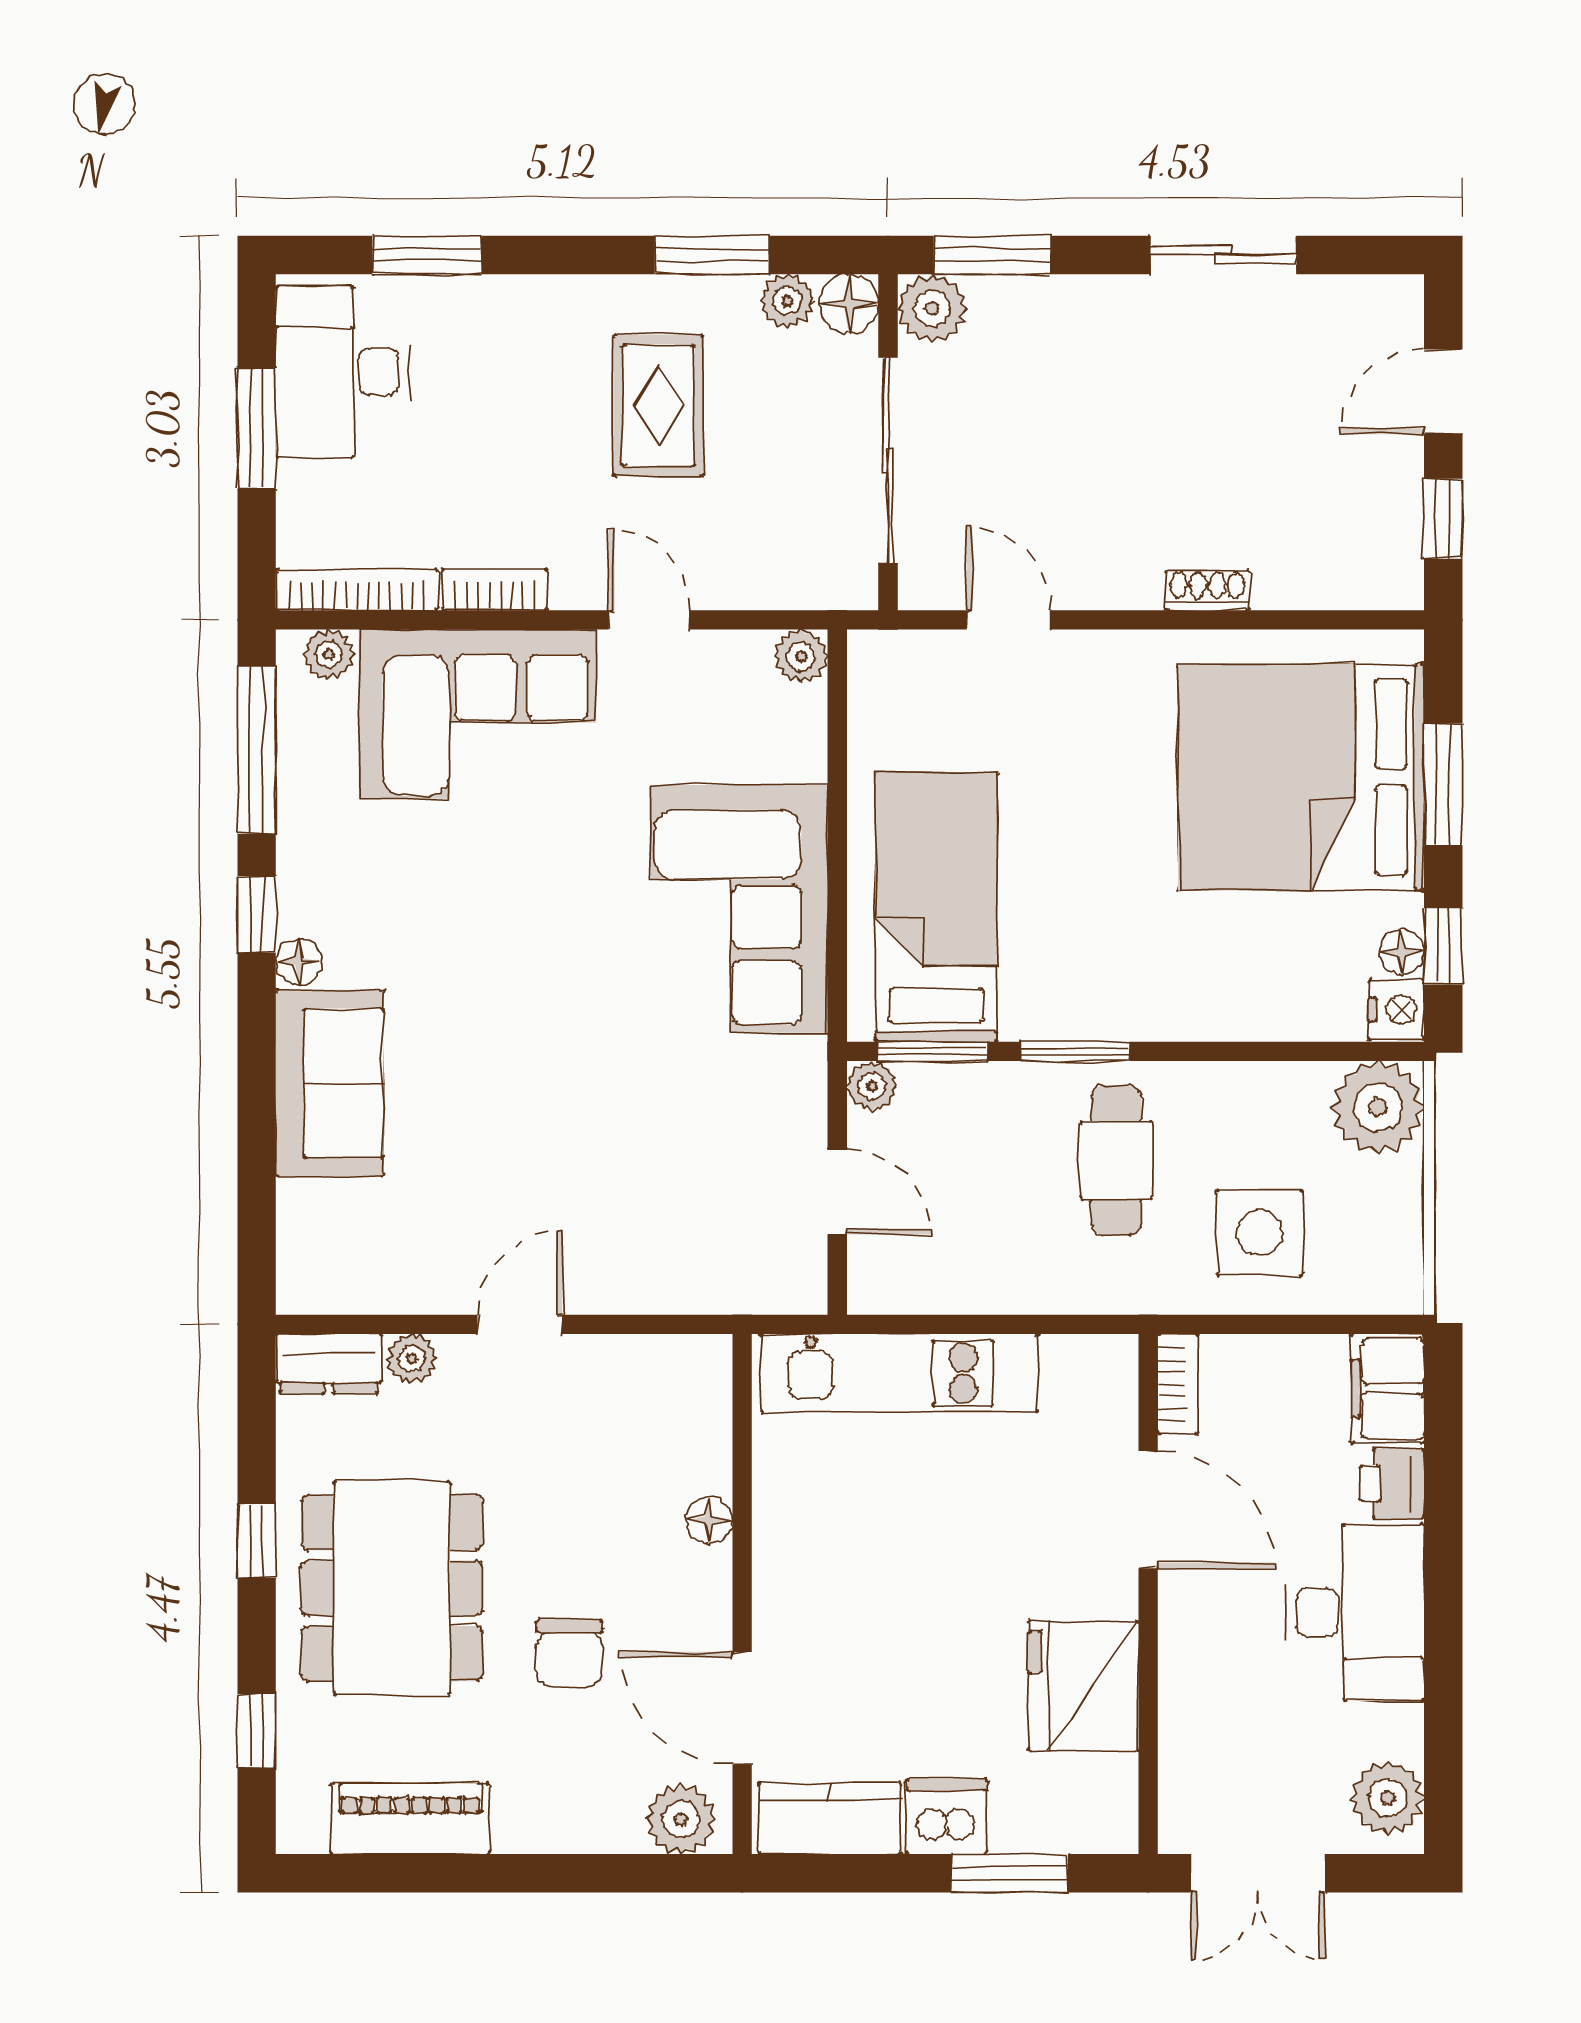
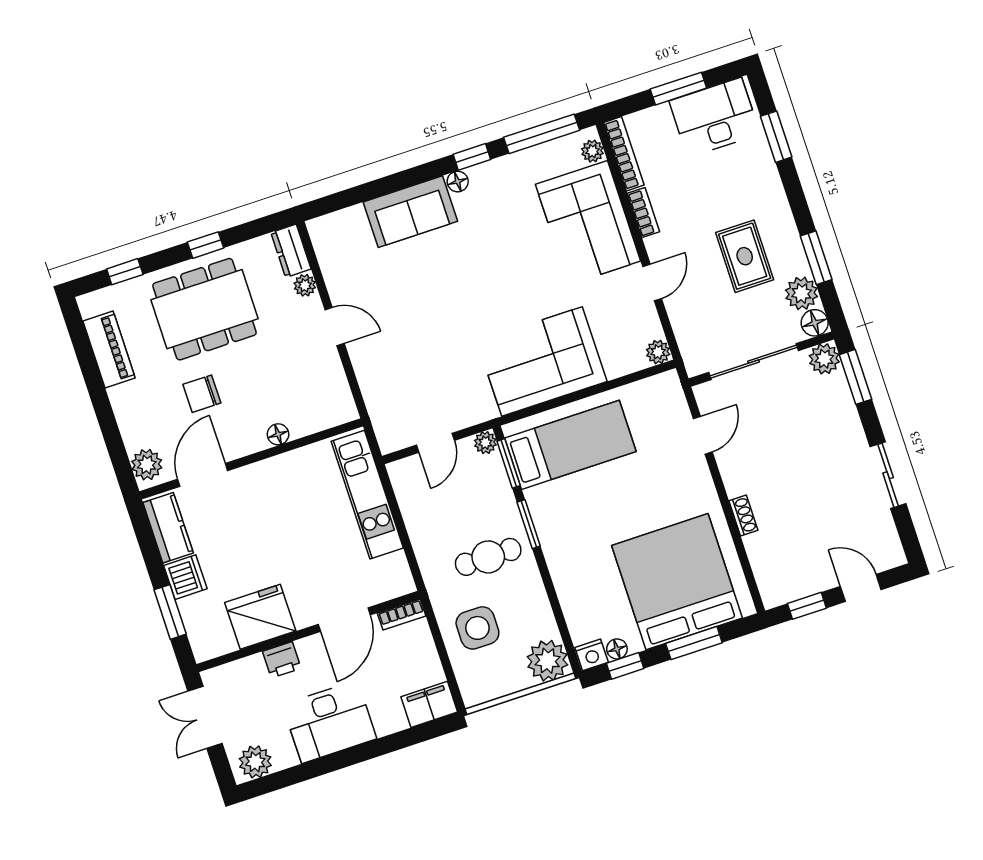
plant: (787, 301) -> (802, 293), width x1.38, depth x1.38
rug: (658, 405) -> (745, 256), turned 90
printer: (1392, 1483) -> (282, 660), moved, turned 180

